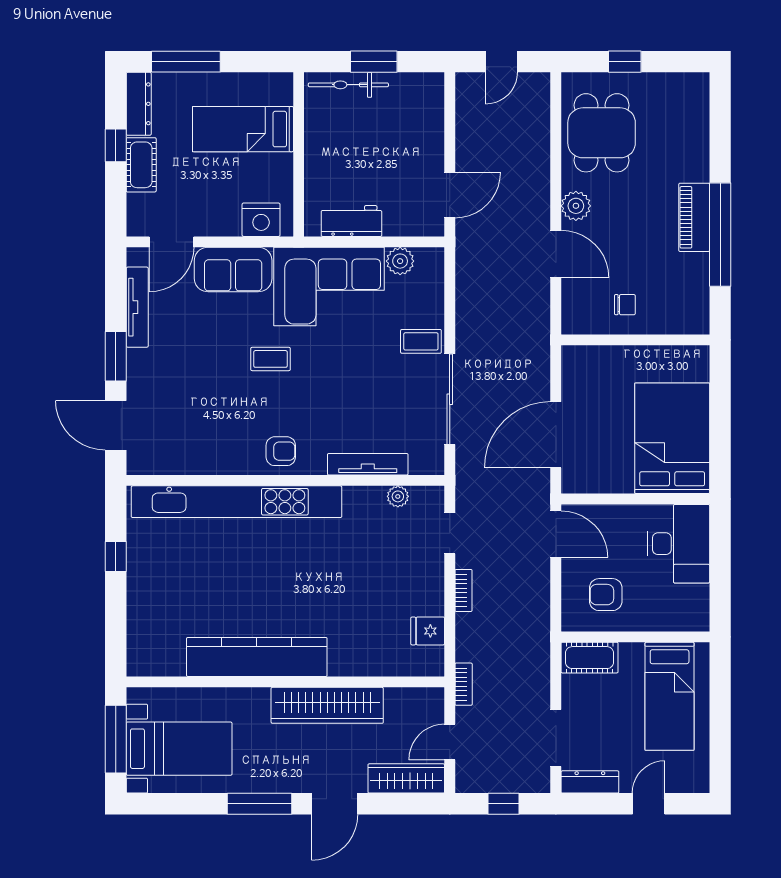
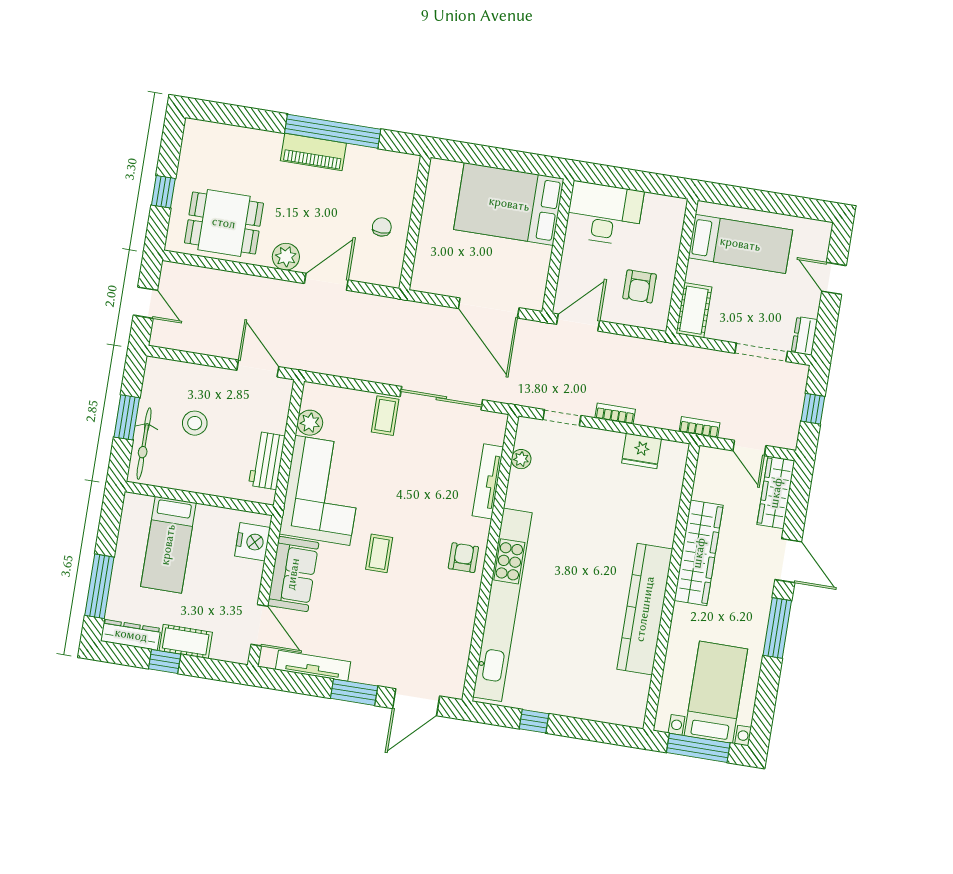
stool: (379, 136) -> (195, 423), added
fridge: (428, 631) -> (642, 451), width x1.38
dresser: (590, 782) -> (804, 336), width x0.70

